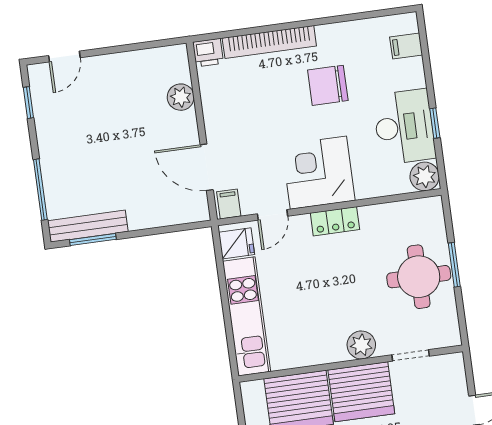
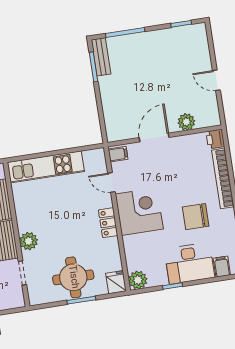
door: (64, 57) -> (216, 80), moved
chair: (328, 85) -> (196, 217), turned -90
desk: (404, 127) -> (189, 263), moved
door: (207, 167) -> (154, 138), moved
bench: (88, 226) -> (101, 57), width x0.73
fridge: (237, 243) -> (116, 282), moved, turned 180

